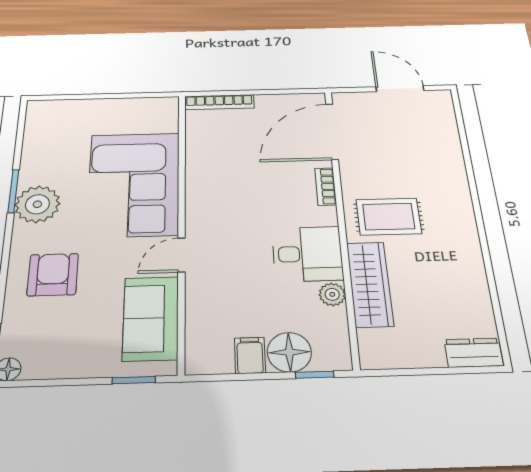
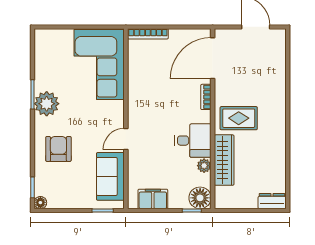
corner sofa: (134, 184) -> (99, 65), moved
floor lamp: (289, 352) -> (200, 198), moved
filing cabinet: (250, 355) -> (153, 199), width x2.00

